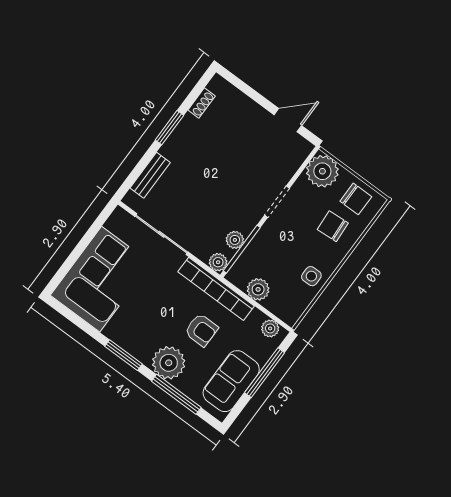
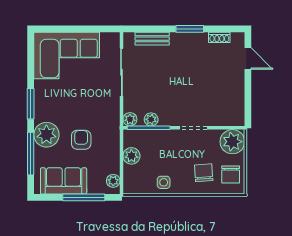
door: (288, 120) -> (248, 59), moved
bookcase: (216, 289) -> (113, 130), removed
armchair: (201, 330) -> (81, 140), turned 180

